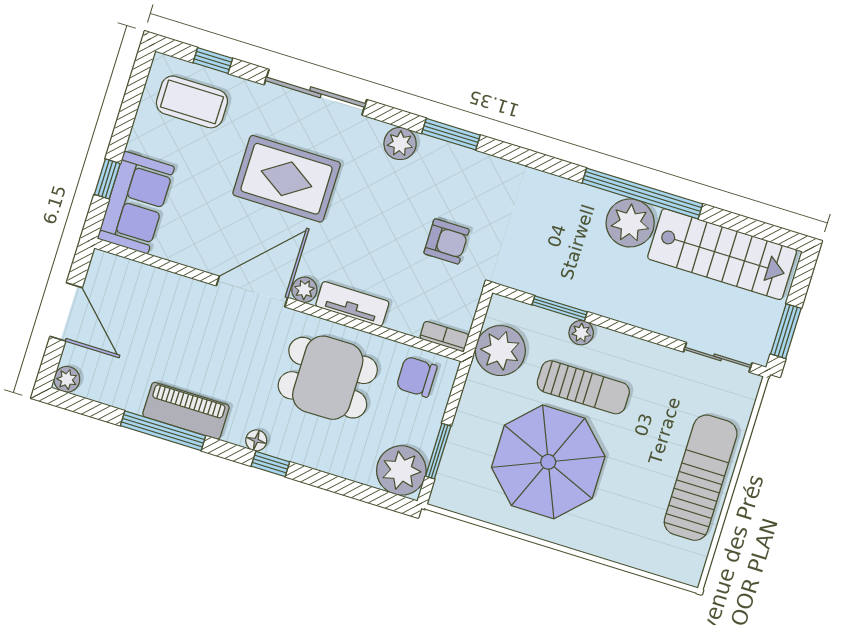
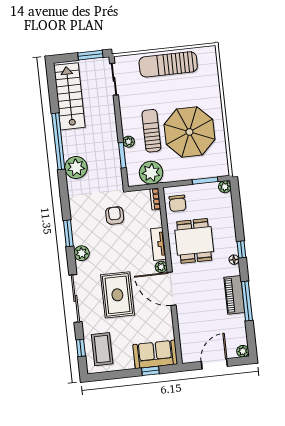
plant: (630, 223) -> (76, 168), moved
plant: (401, 470) -> (225, 187), width x0.53, depth x0.53

